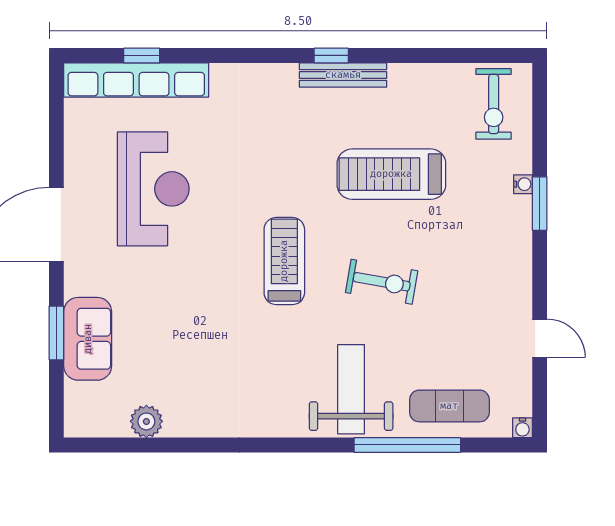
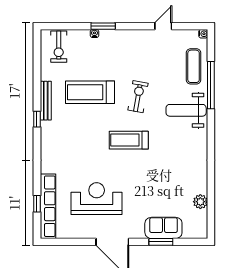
bench: (343, 75) -> (46, 101), moved
exercise bike: (494, 104) -> (59, 47), turned 90
treadmill: (391, 174) -> (90, 92), turned 90

